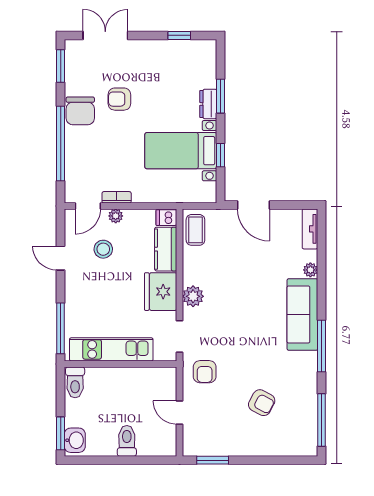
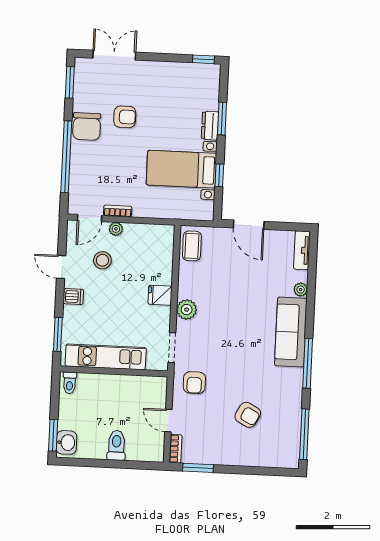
window: (179, 35) -> (203, 59), moved
armchair: (119, 99) -> (125, 117), turned 180
dishwasher: (166, 218) -> (73, 297), moved, turned 180
kitchen counter: (166, 249) -> (162, 263), removed
fridge: (161, 292) -> (160, 295), width x0.53, depth x0.75
window: (61, 328) -> (58, 334), width x0.69
toilet: (75, 382) -> (70, 383), width x0.73, depth x0.72
bookcase: (188, 441) -> (176, 449), added

